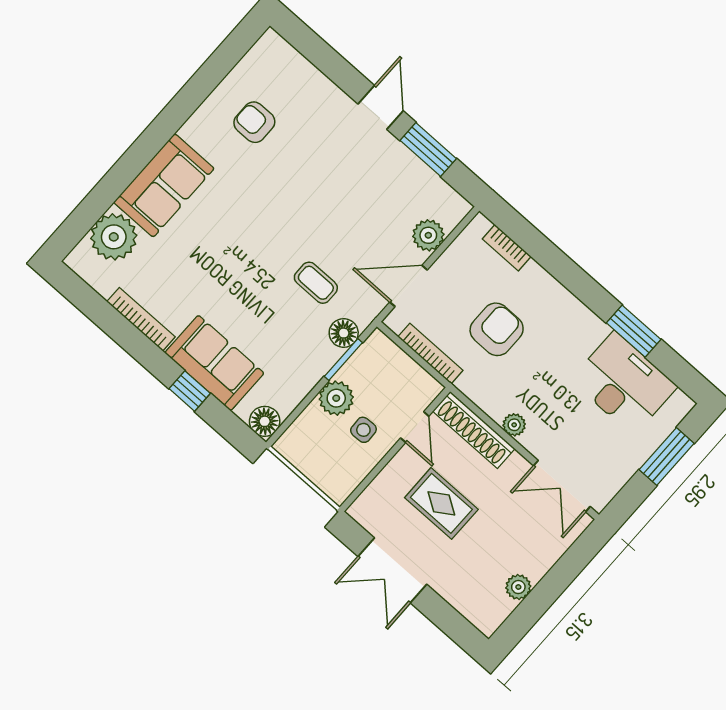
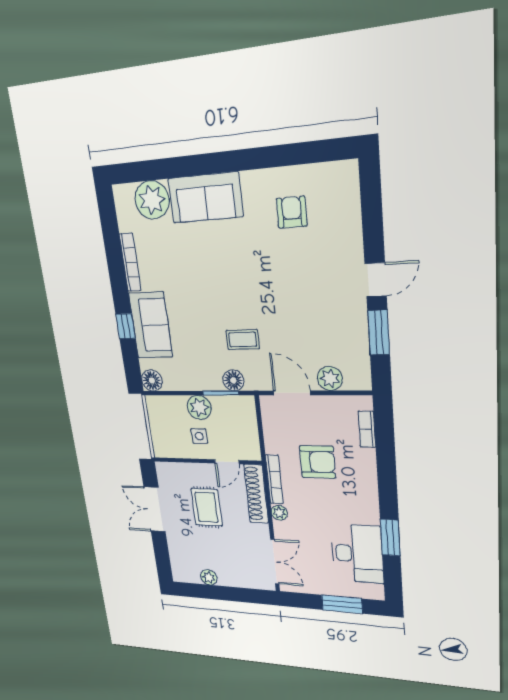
coffee table: (316, 283) -> (243, 340), turned 90
bookcase: (430, 354) -> (274, 479), moved
double door: (562, 486) -> (275, 562), swing flipped

